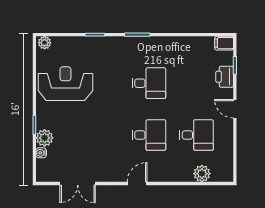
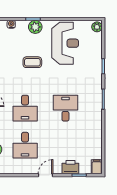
desk: (149, 83) -> (65, 108), turned 180
coffee table: (90, 126) -> (32, 62), added
plant: (45, 138) -> (35, 27), moved

